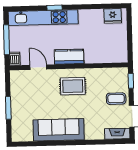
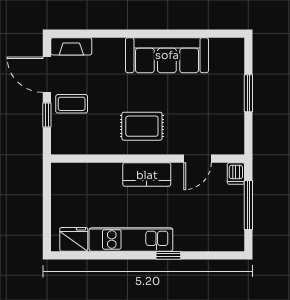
kitchen unit: (43, 18) -> (131, 240), moved, width x0.73
door: (38, 67) -> (197, 159), hinge flipped
window: (131, 81) -> (47, 115), moved

